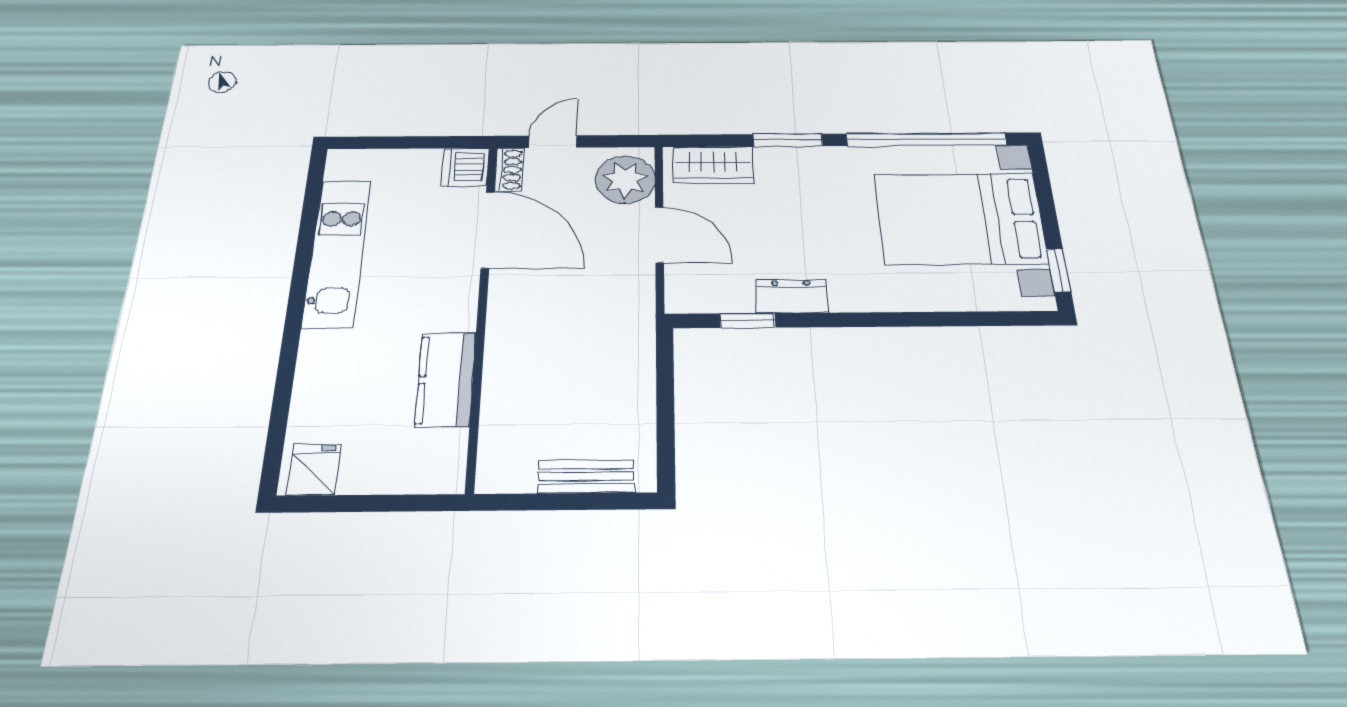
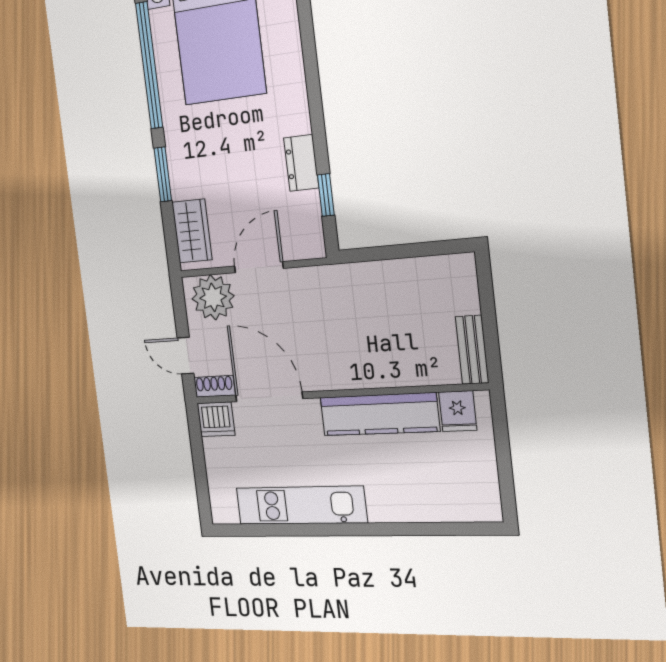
door: (488, 230) -> (269, 397), hinge flipped
kitchen counter: (446, 380) -> (379, 414), width x1.50
fridge: (314, 470) -> (458, 411), moved, turned -90
bench: (586, 477) -> (472, 350), moved

